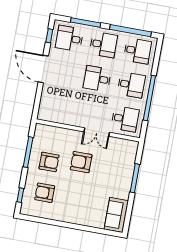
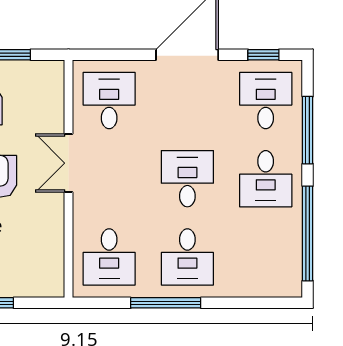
desk: (137, 51) -> (109, 101), moved, turned 180
window: (149, 98) -> (166, 303), width x0.68
double door: (97, 132) -> (68, 163), moved

